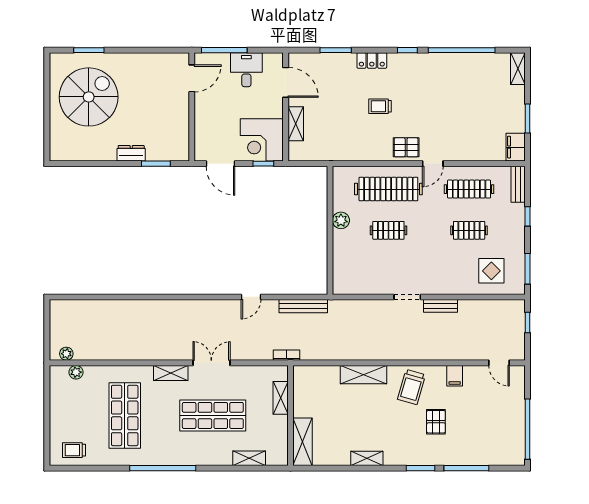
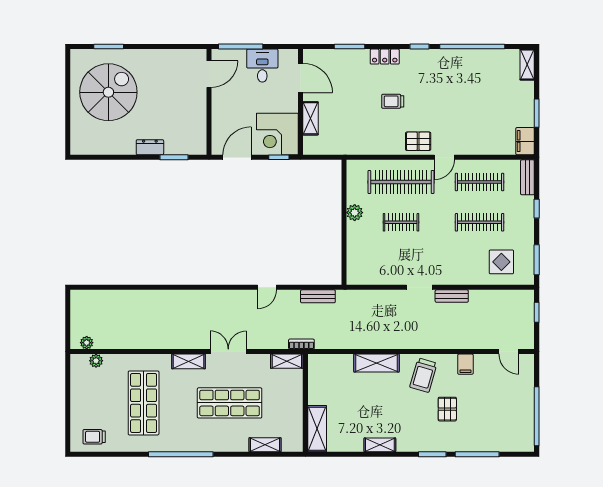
door: (220, 164) -> (237, 157), swing flipped
clothes rail: (469, 230) -> (480, 222), width x1.36
bench: (303, 306) -> (318, 296), width x0.73
shelving: (281, 398) -> (287, 361), moved, turned 90

